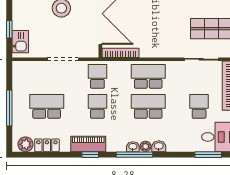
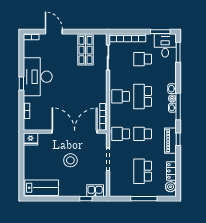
school desk: (148, 76) -> (121, 96), width x0.54

